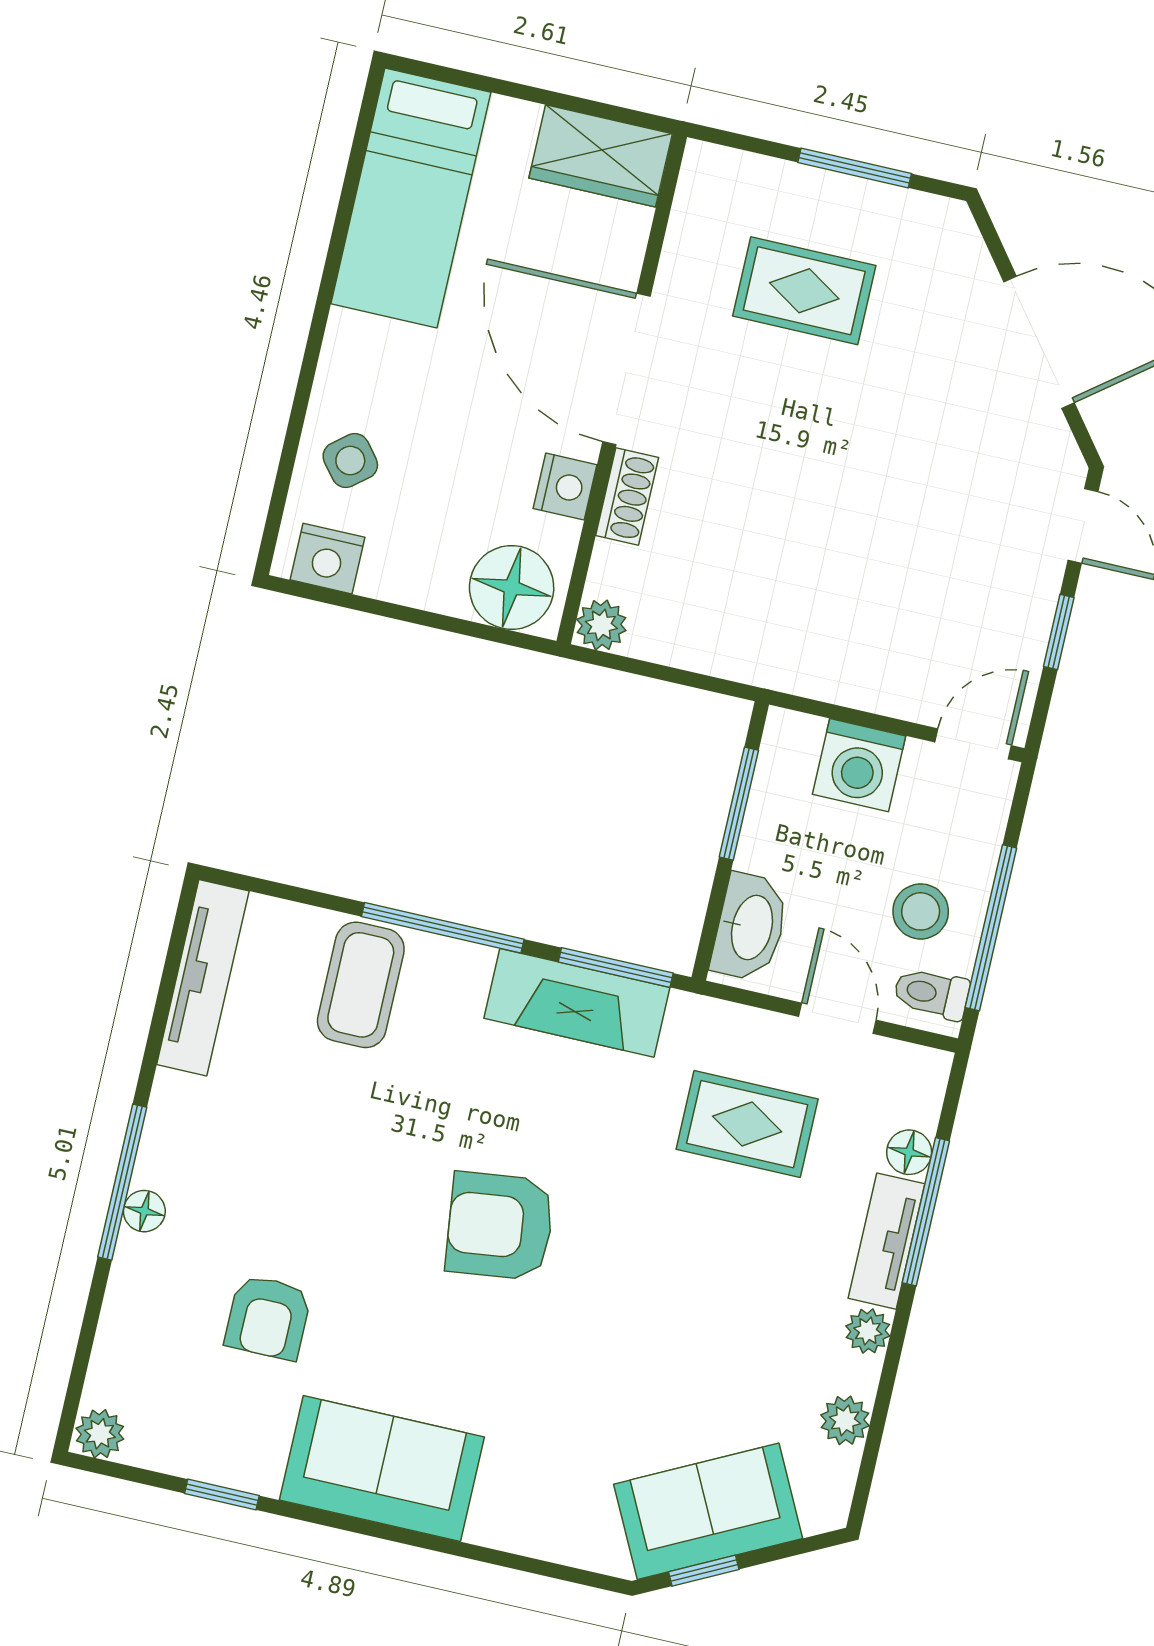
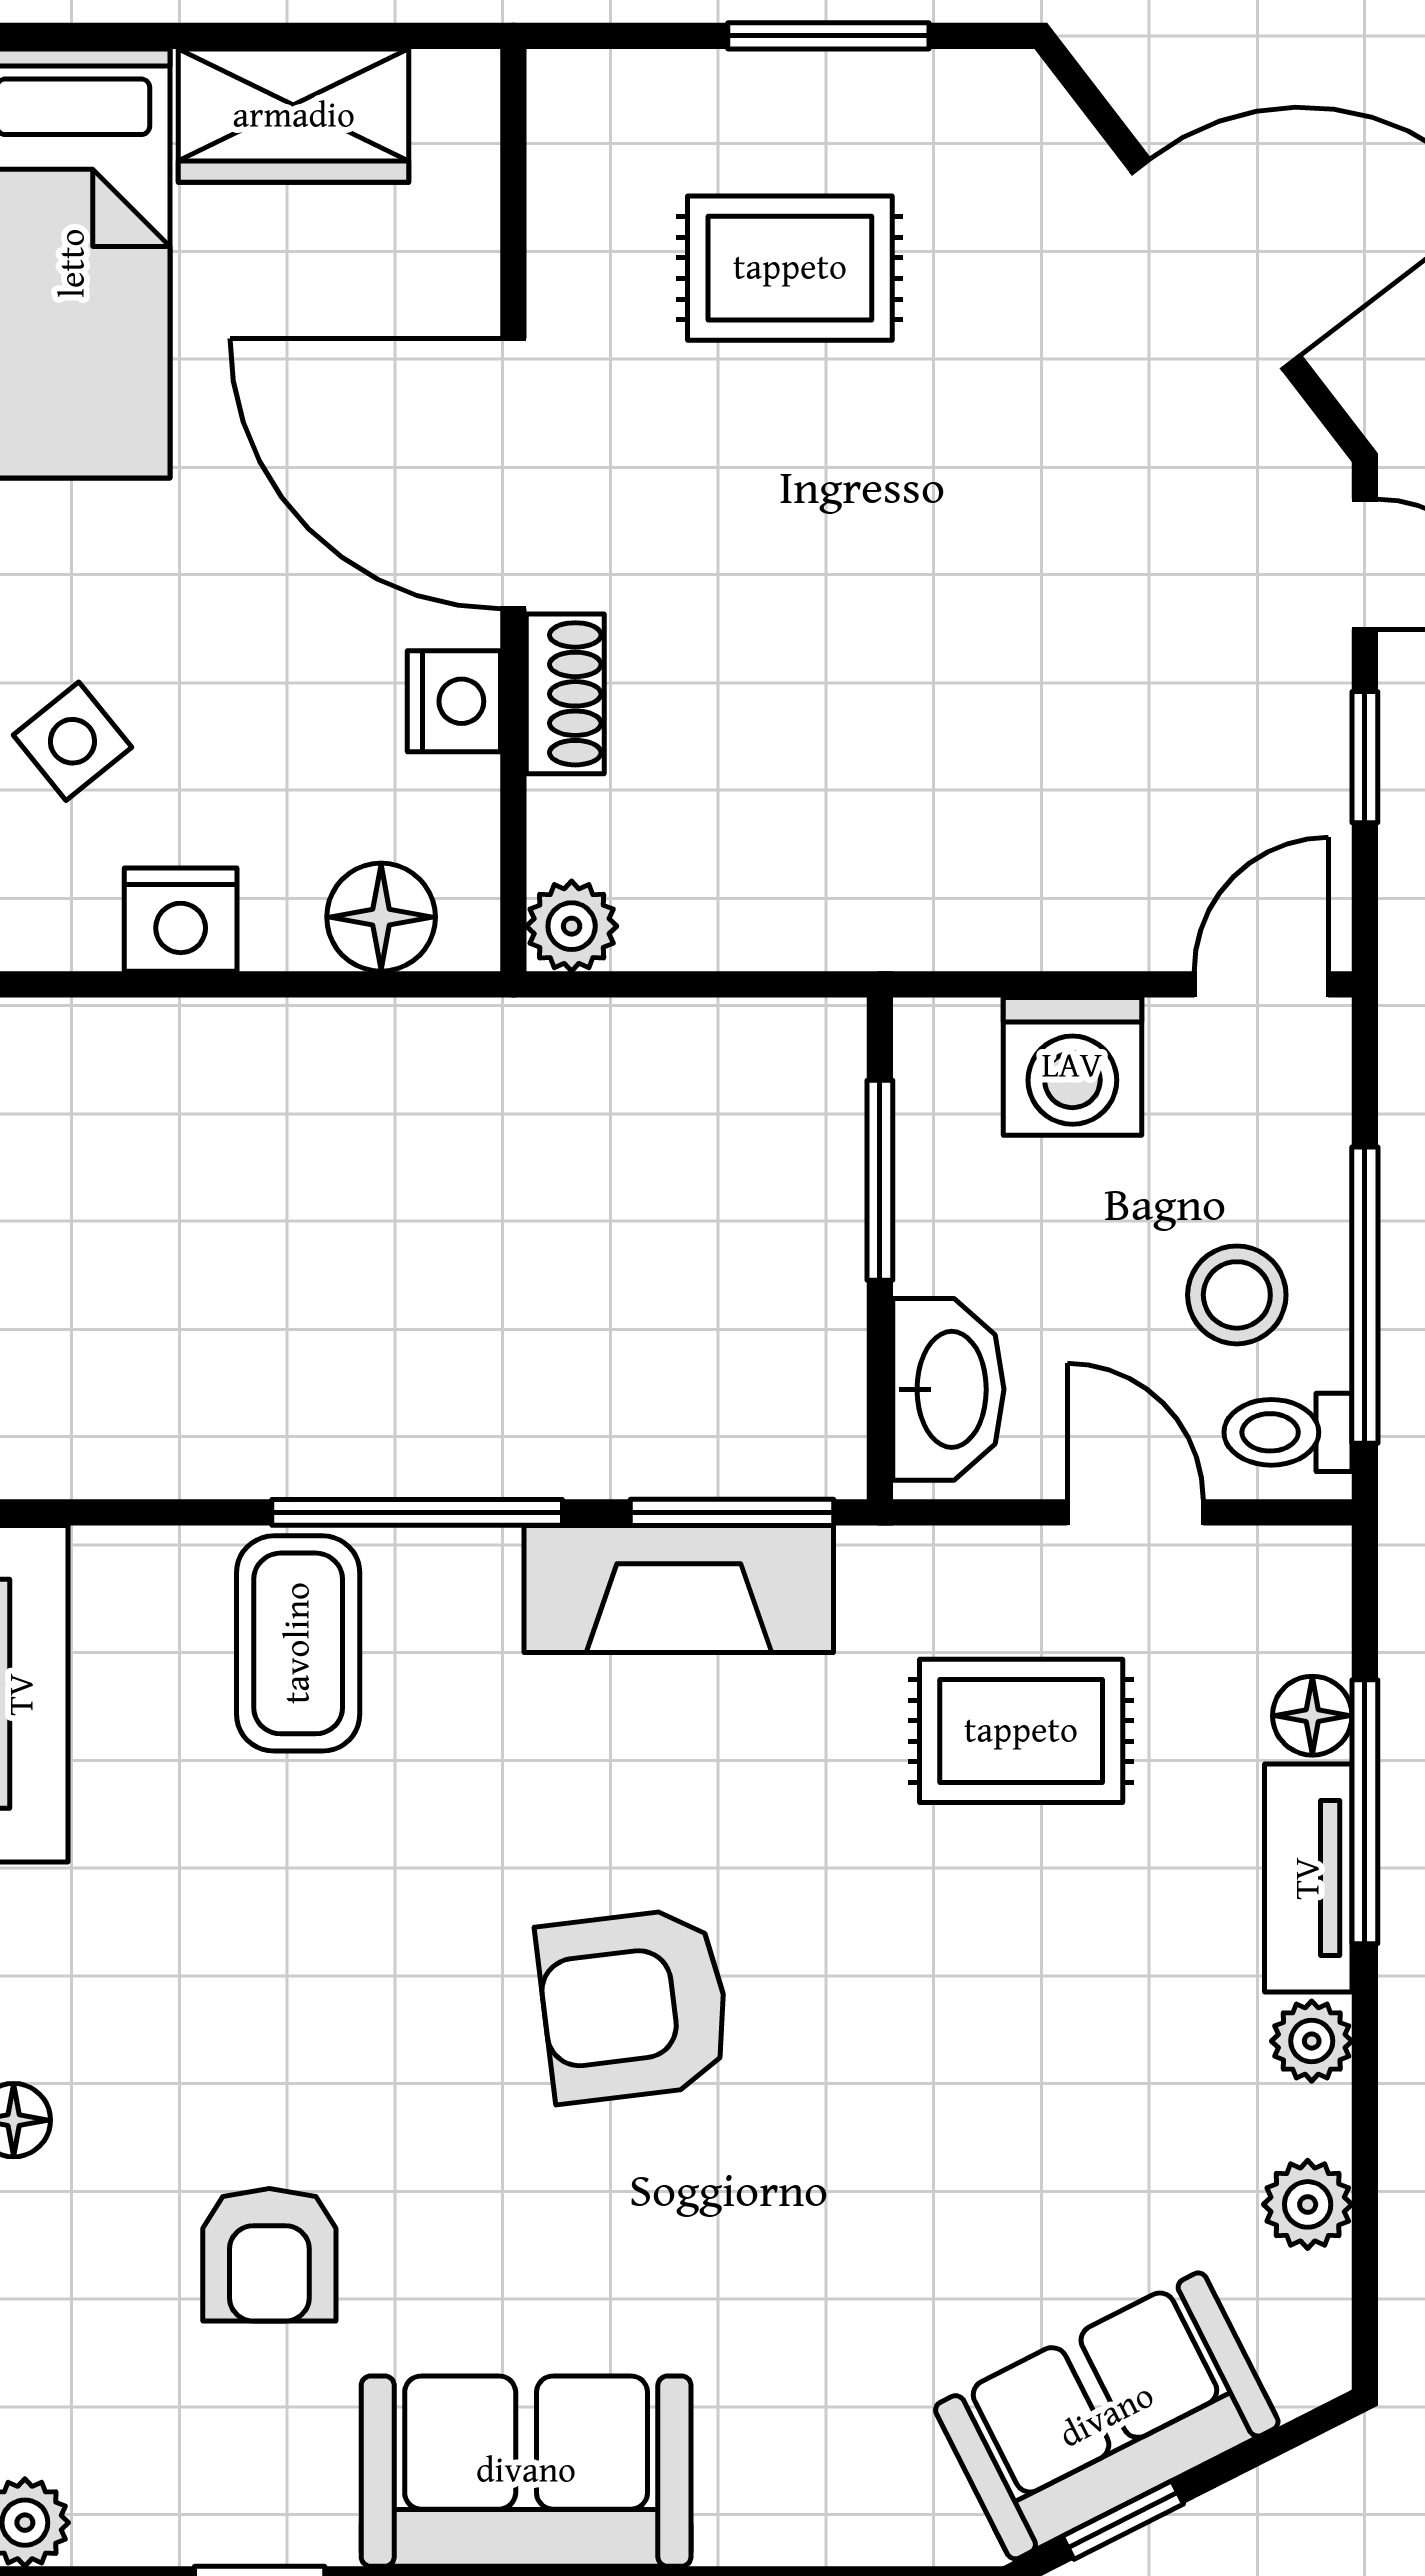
wardrobe: (601, 156) -> (294, 116), moved
nightstand: (328, 559) -> (181, 920), moved
floor lamp: (512, 587) -> (381, 917), width x0.73, depth x0.73

